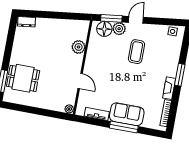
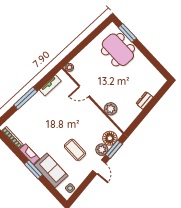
dresser: (27, 22) -> (145, 100), moved
dining table: (23, 78) -> (118, 50), width x1.38
sofa: (127, 114) -> (51, 170), moved, turned -90

